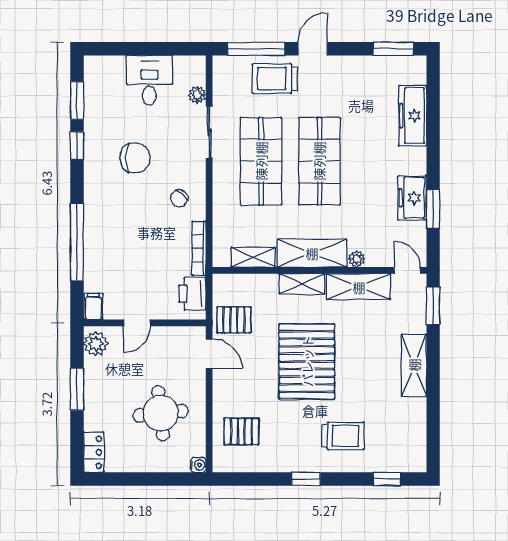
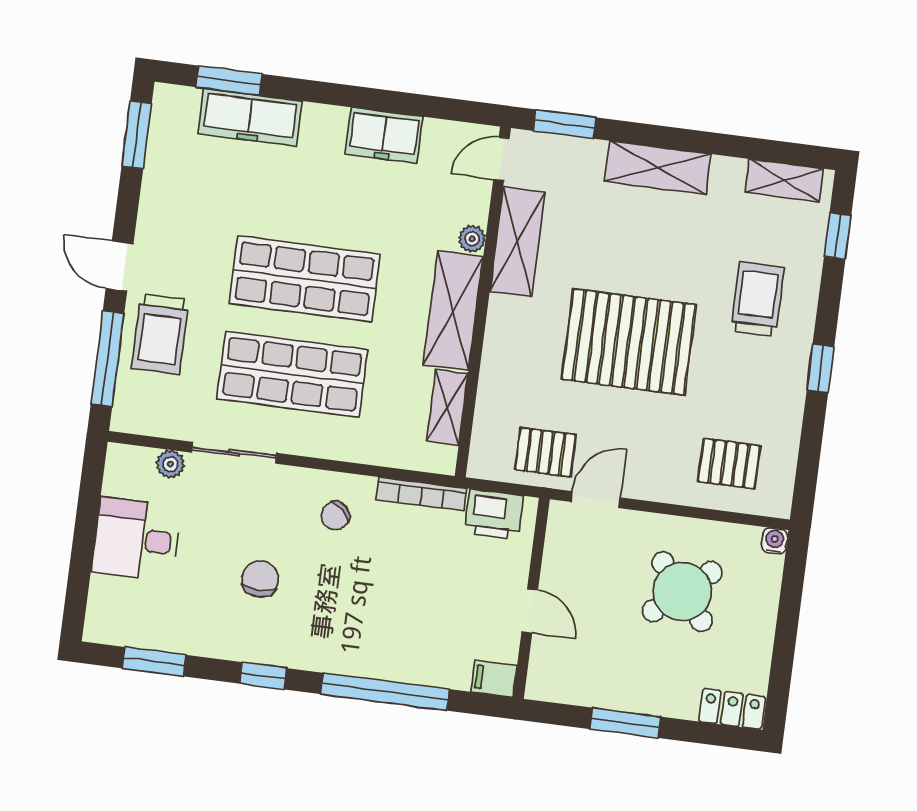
window: (77, 146) -> (263, 676), moved
chair: (135, 158) -> (260, 579), width x0.73, depth x0.73
chair: (179, 198) -> (335, 516), turned 93
window: (433, 209) -> (229, 80), moved
shelving: (302, 284) -> (784, 180), moved, turned 90
pallet: (234, 320) -> (545, 452), turned 90
plant: (96, 344) -> (555, 683), removed
round table: (161, 413) -> (682, 592), turned -35
pallet: (241, 431) -> (729, 464), turned 90

